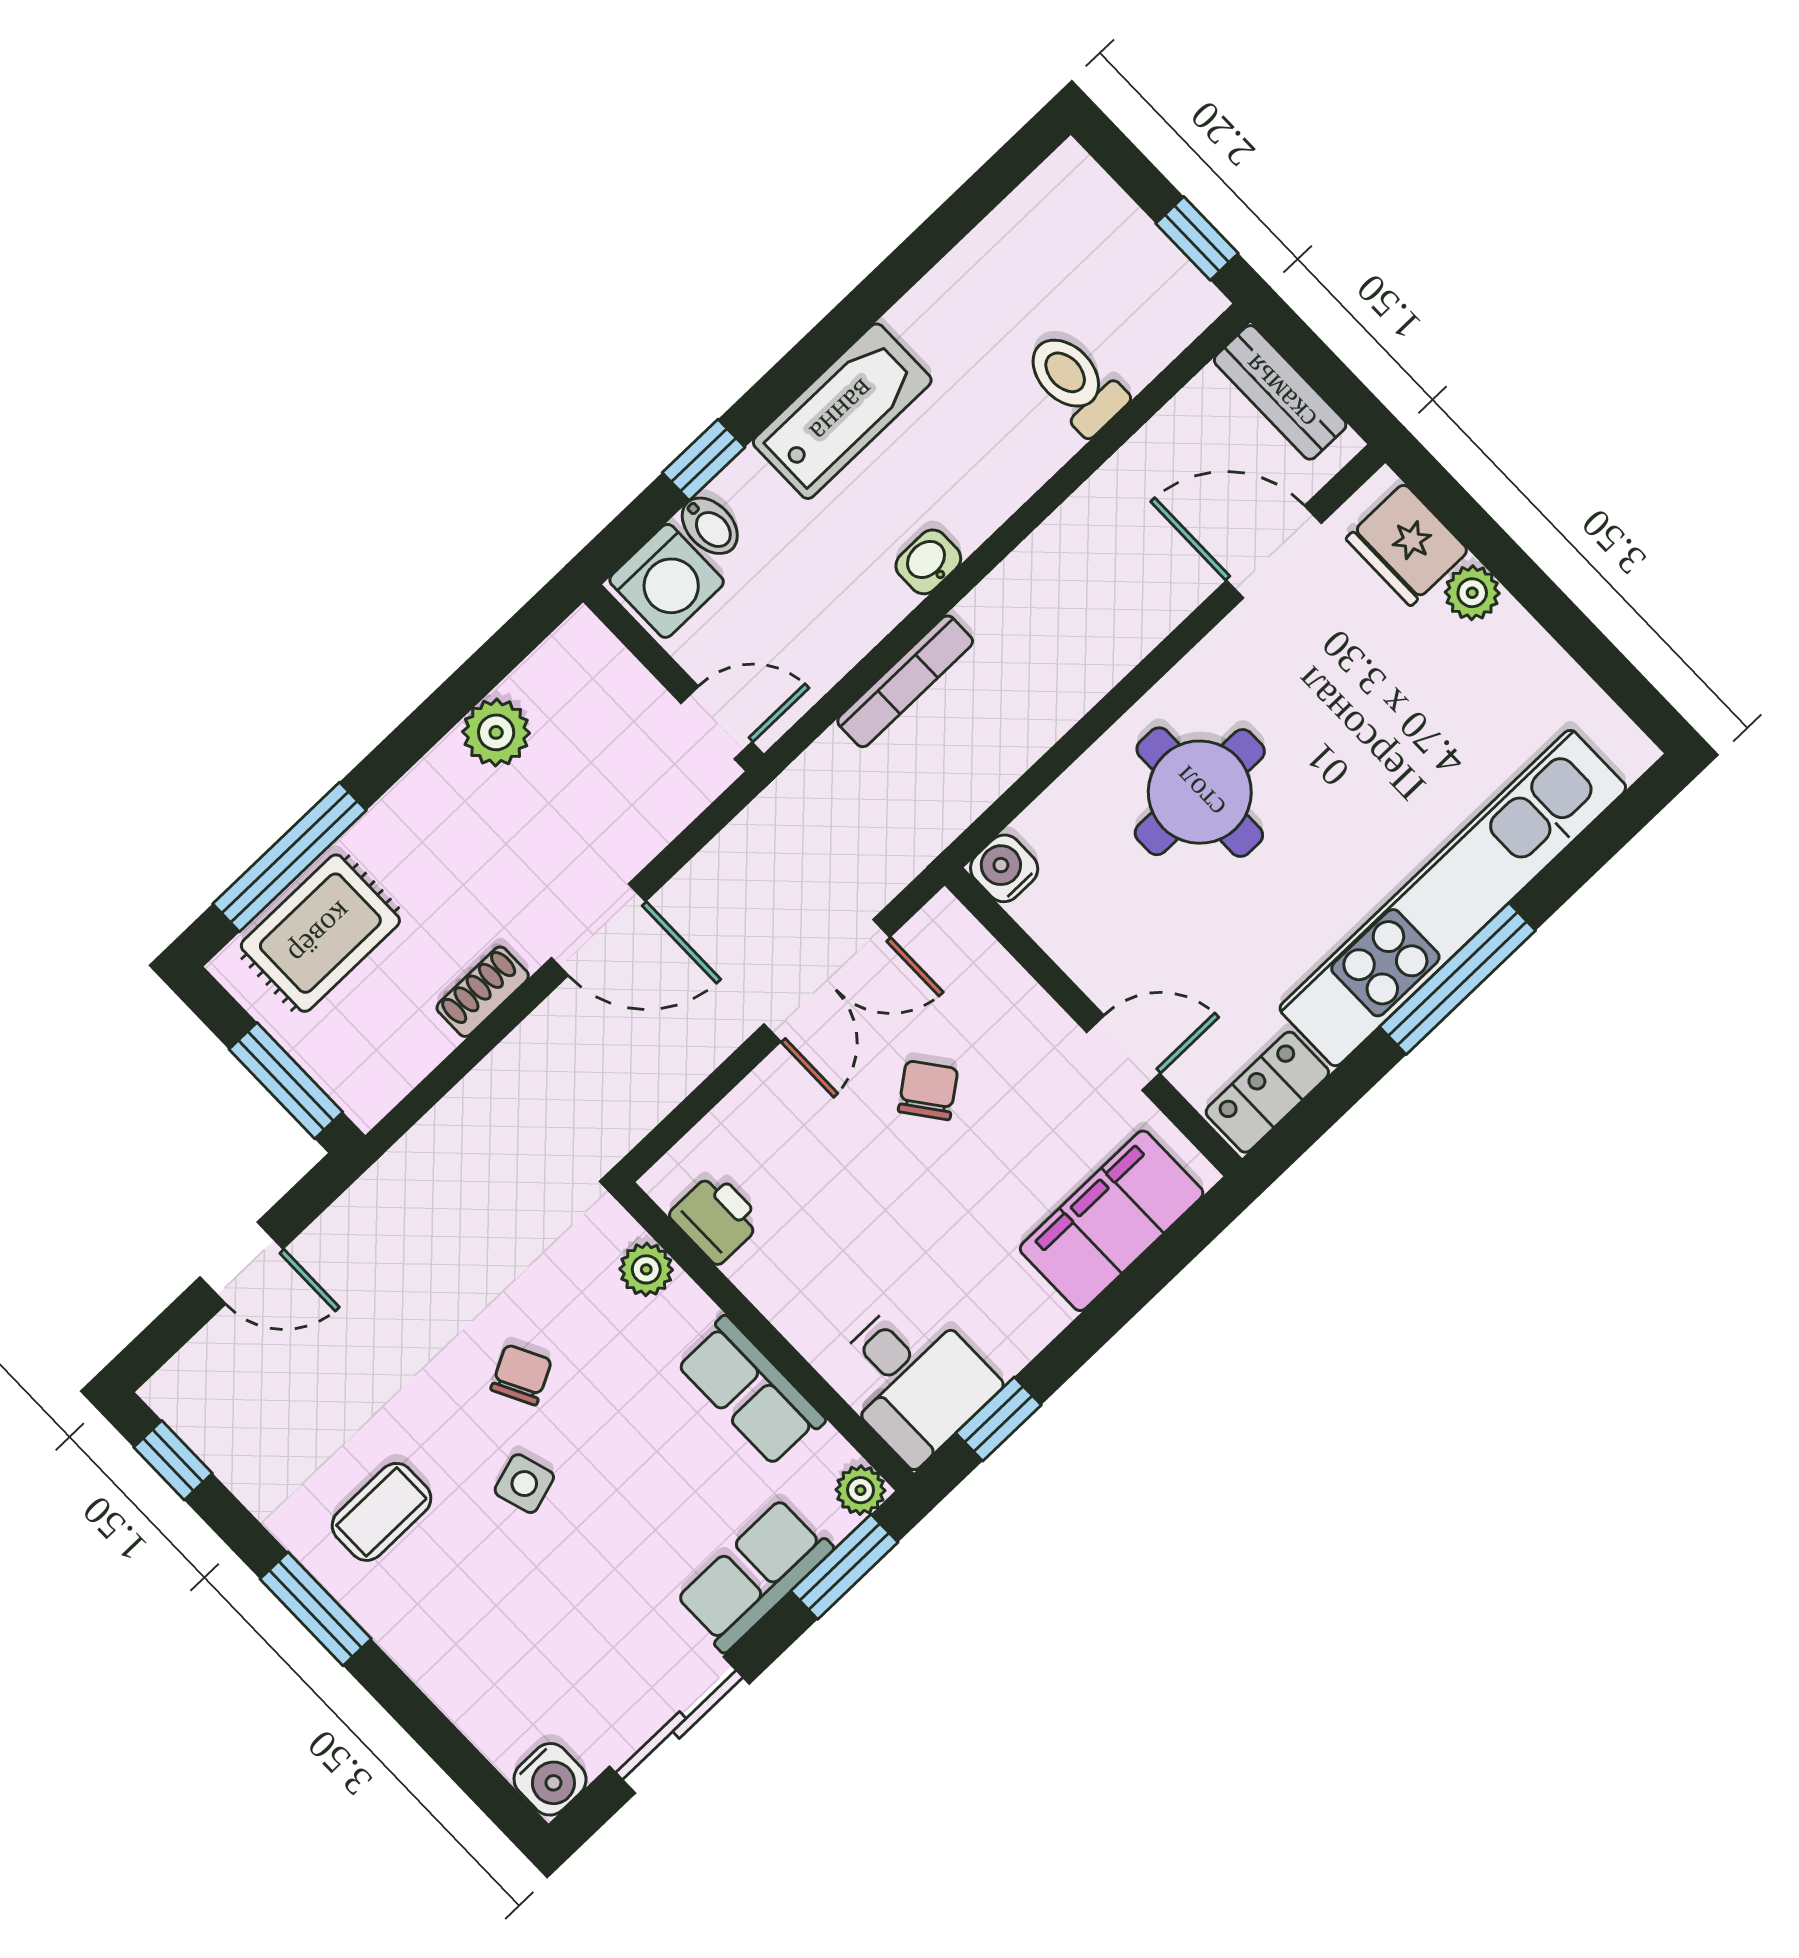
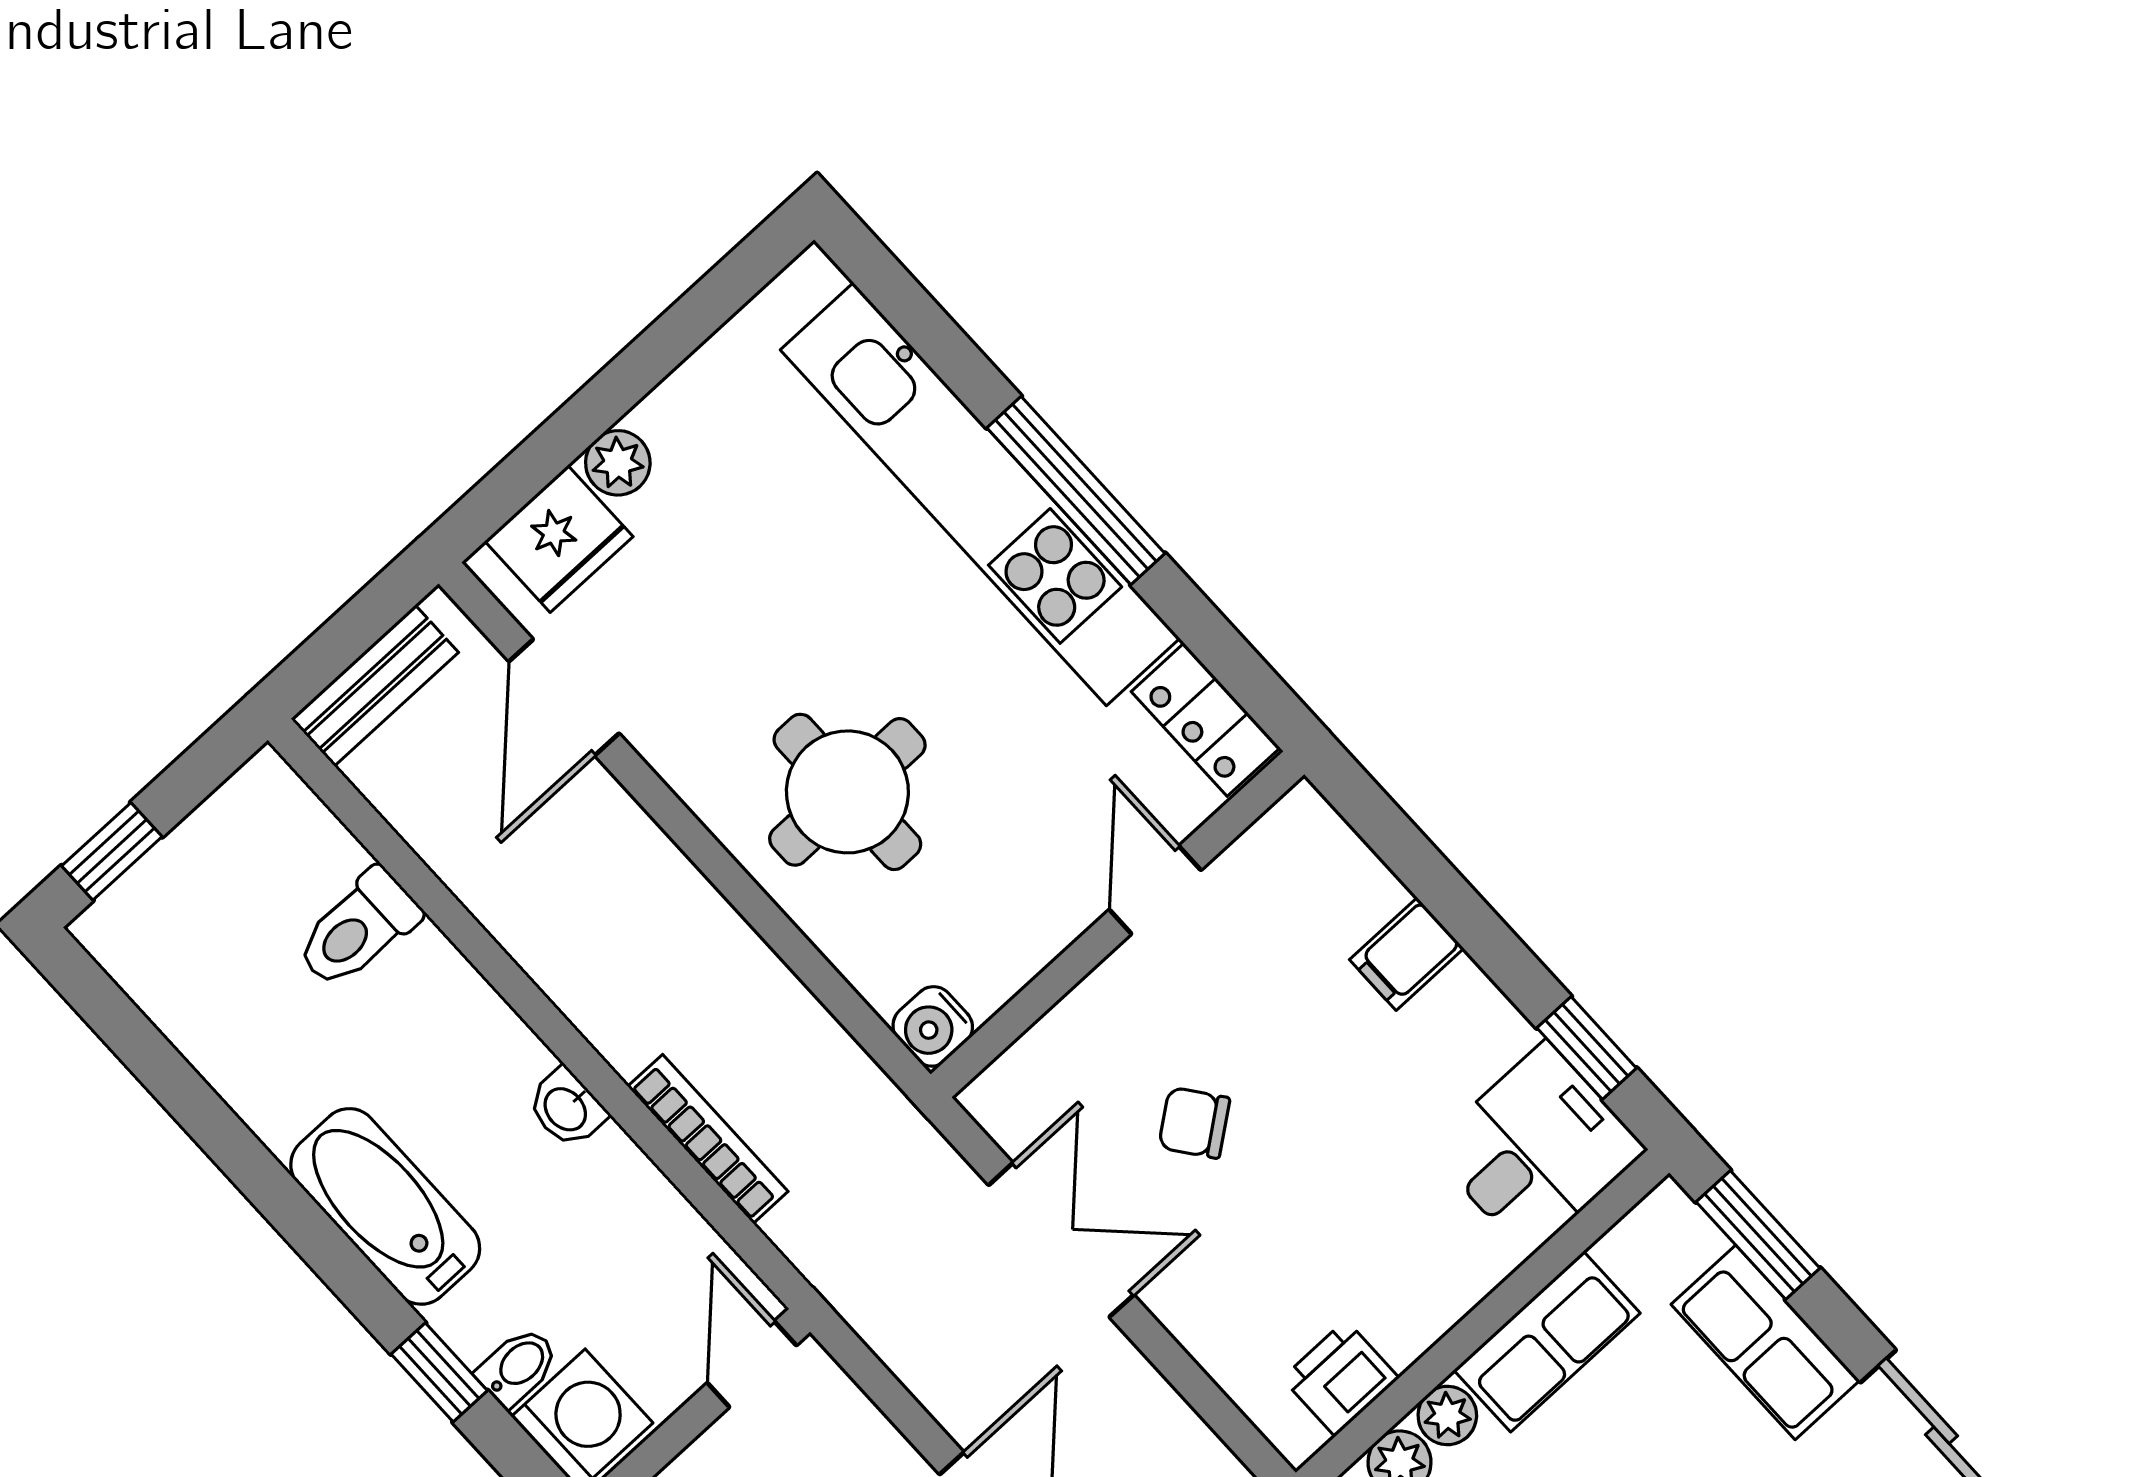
window: (1197, 238) -> (112, 851), moved
filing cabinet: (1112, 1221) -> (1407, 954), width x0.33, depth x0.86
plant: (861, 1490) -> (1447, 1415), moved

